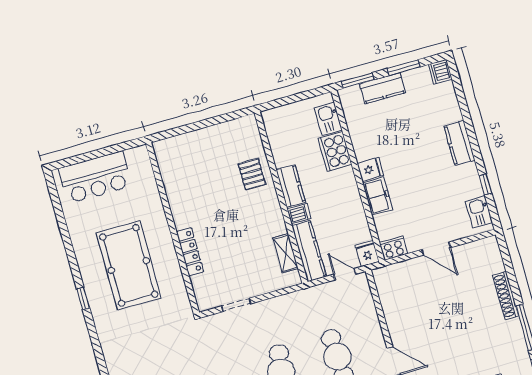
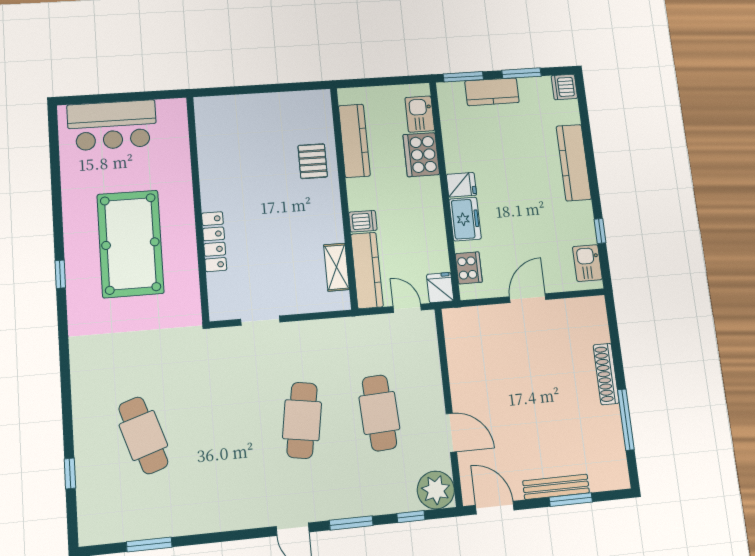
kitchen counter: (459, 143) -> (574, 163), width x1.50
kitchen counter: (291, 186) -> (354, 141), moved, width x1.50
cooker: (393, 248) -> (469, 268), moved, turned 90
door: (436, 249) -> (528, 298), swing flipped

